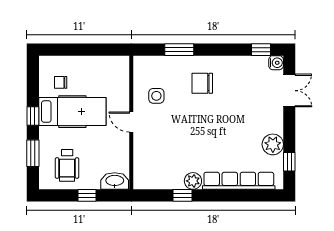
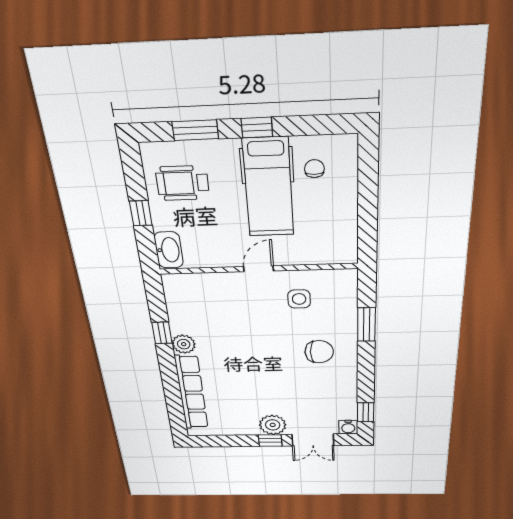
chair: (202, 83) -> (319, 352), turned 90
plant: (273, 144) -> (273, 425), moved
window: (289, 162) -> (270, 440), moved

